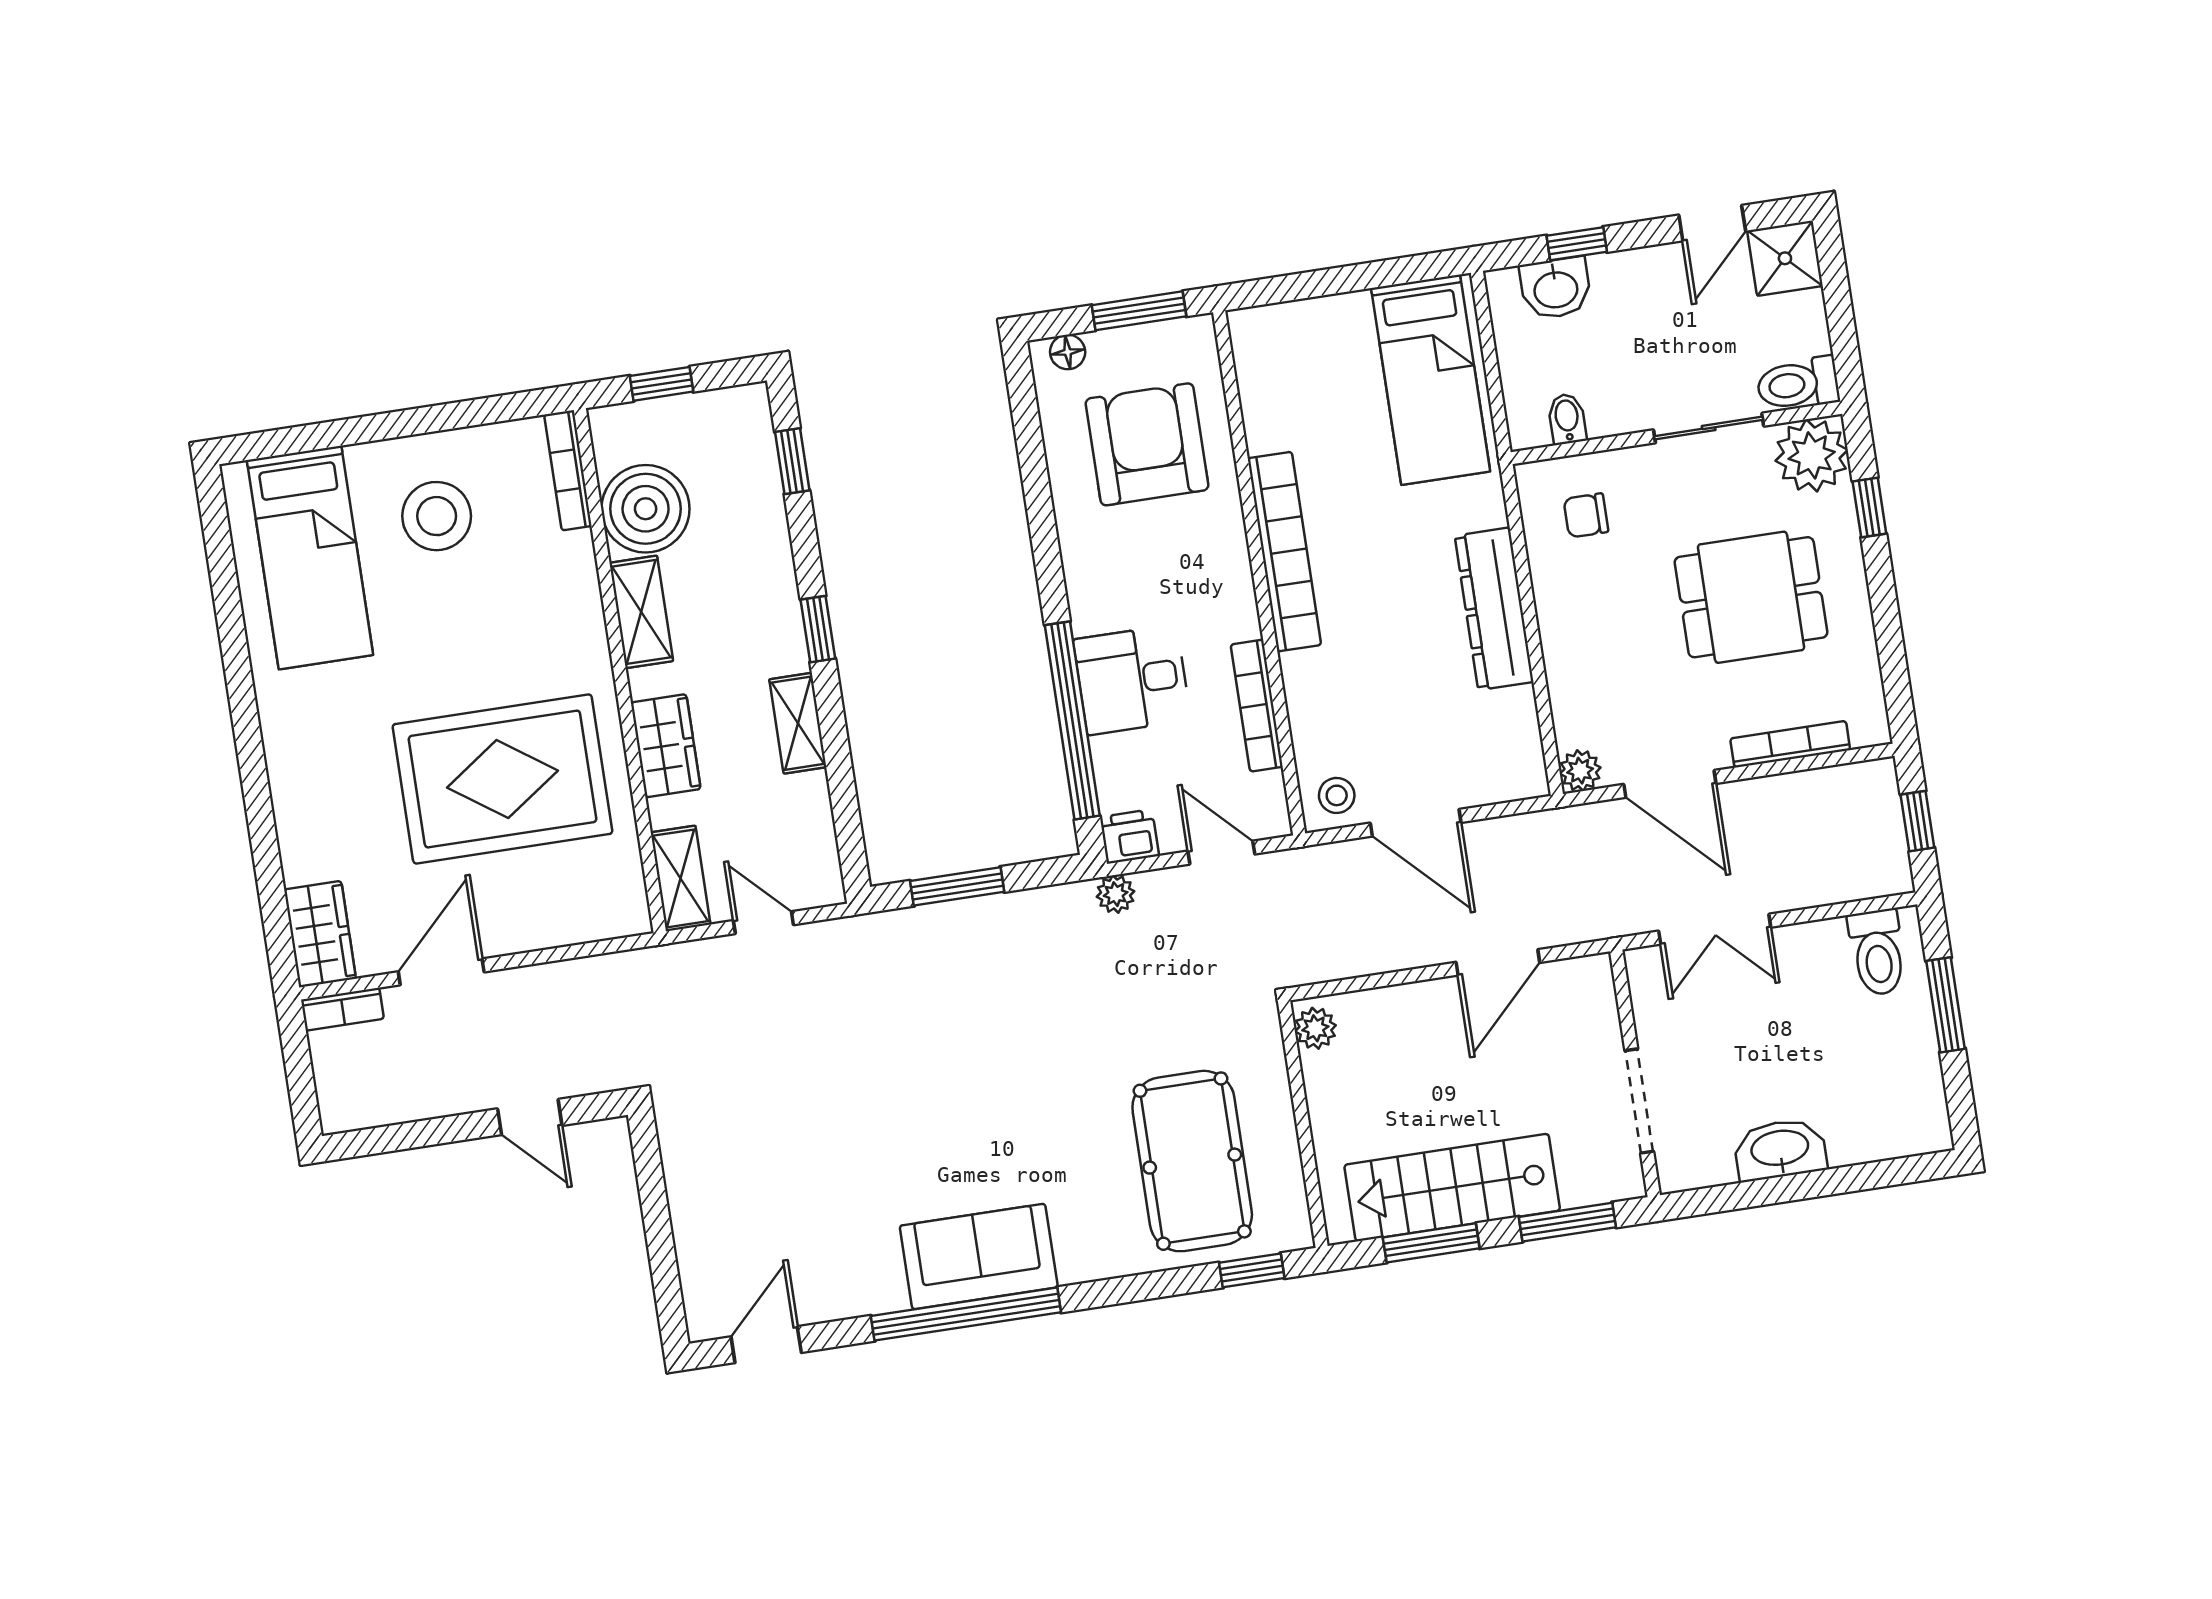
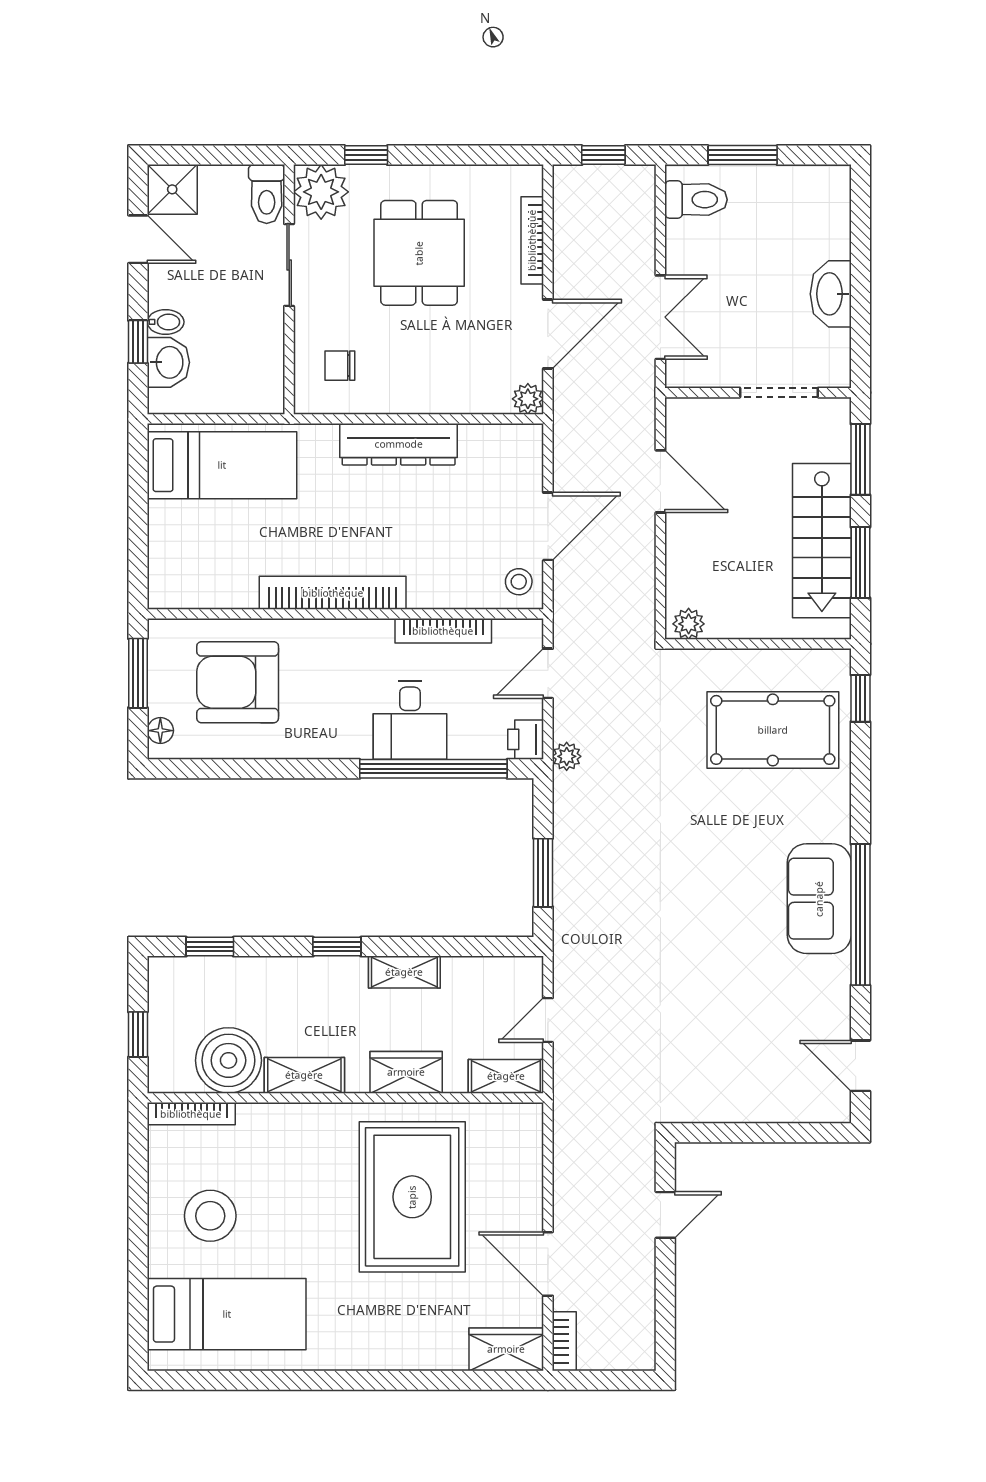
bidet: (1567, 419) -> (166, 322), moved, turned 180
chair: (1586, 515) -> (340, 366), turned 90

